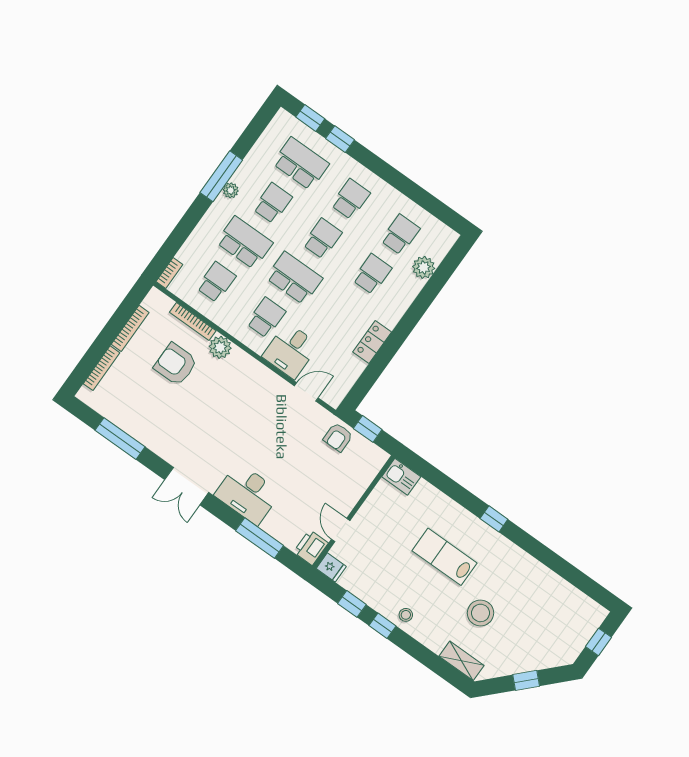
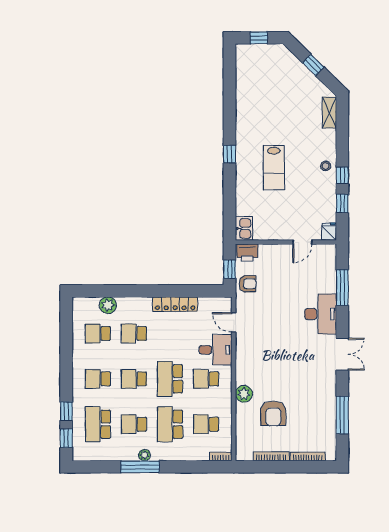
bookcase: (193, 321) -> (240, 421), removed
locker: (372, 342) -> (175, 304), width x1.53
printer: (311, 548) -> (247, 252), moved
stool: (480, 613) -> (292, 122), removed

